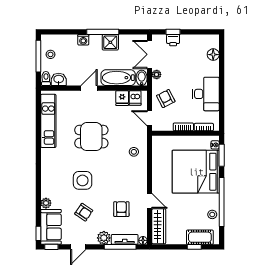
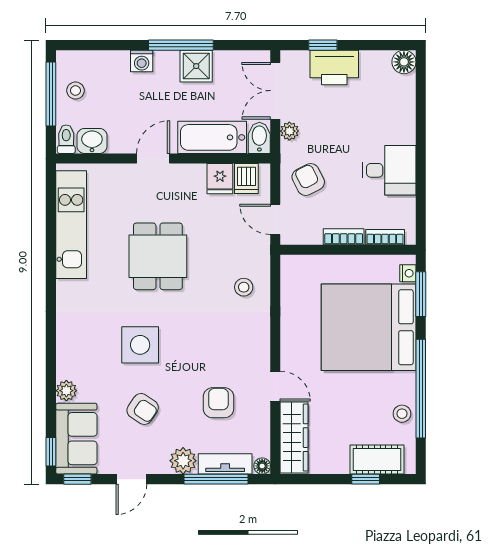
printer: (173, 40) -> (334, 67), width x1.87, depth x1.48
floor lamp: (213, 55) -> (404, 62), moved
desk: (206, 94) -> (389, 170), width x0.73
dining table: (91, 137) -> (158, 256), turned 90

